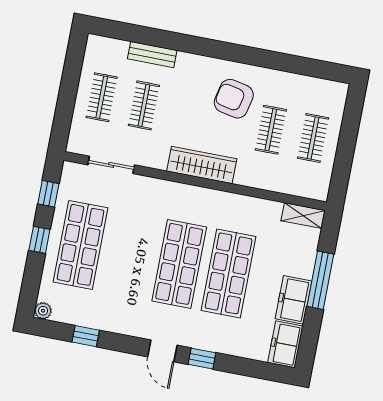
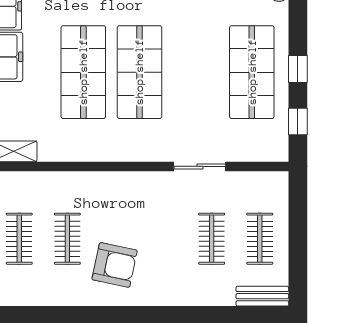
bench: (152, 55) -> (262, 296), moved
sliding door: (111, 165) -> (200, 166), moved
wardrobe: (202, 165) -> (136, 185), removed

